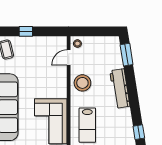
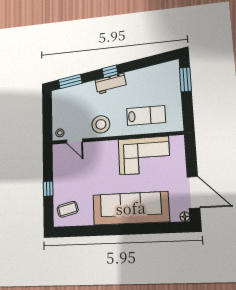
workbench: (120, 89) -> (111, 84), width x0.73
window: (139, 132) -> (110, 71), moved

